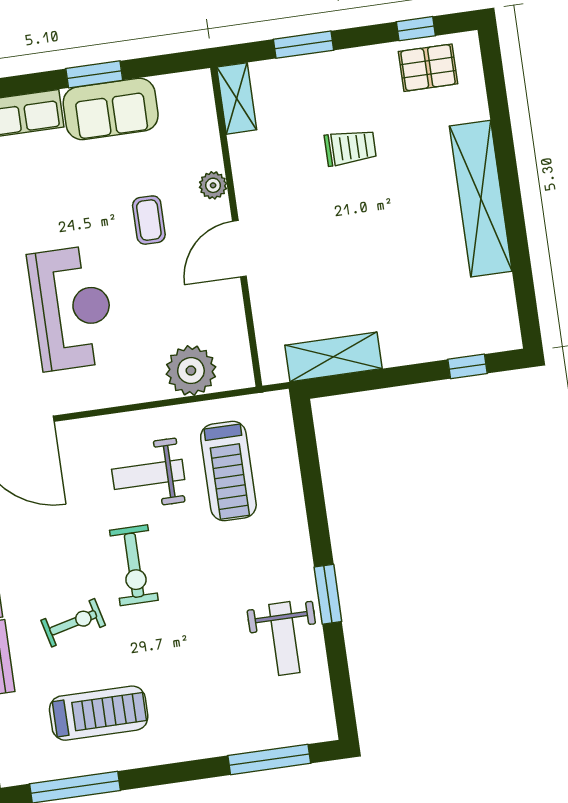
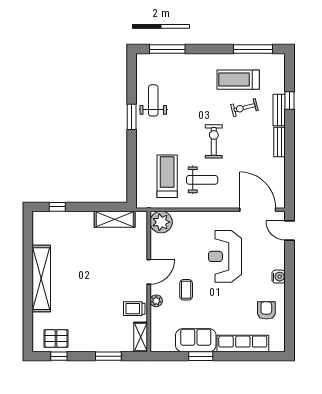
trolley: (350, 147) -> (134, 309), moved
plant: (191, 371) -> (161, 222), moved
exercise bike: (73, 623) -> (244, 108), moved

